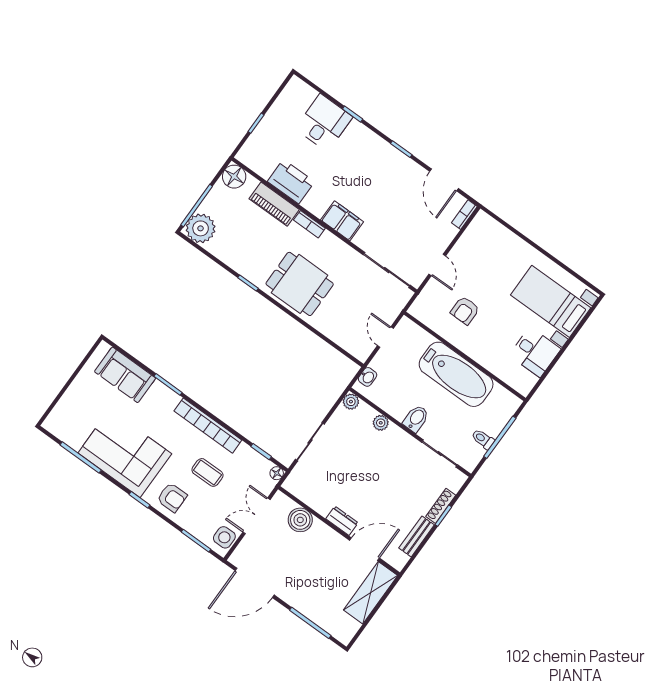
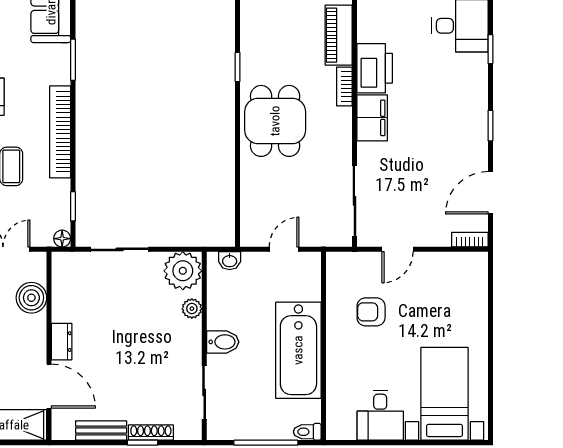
printer: (291, 182) -> (375, 68), moved
plant: (351, 402) -> (183, 271), width x1.88, depth x1.88
toilet: (483, 439) -> (307, 432), moved, turned -90

